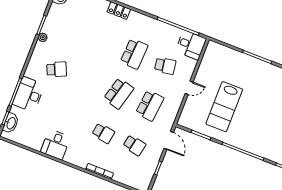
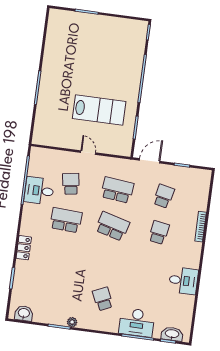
desk: (191, 45) -> (39, 191), moved, turned -90

